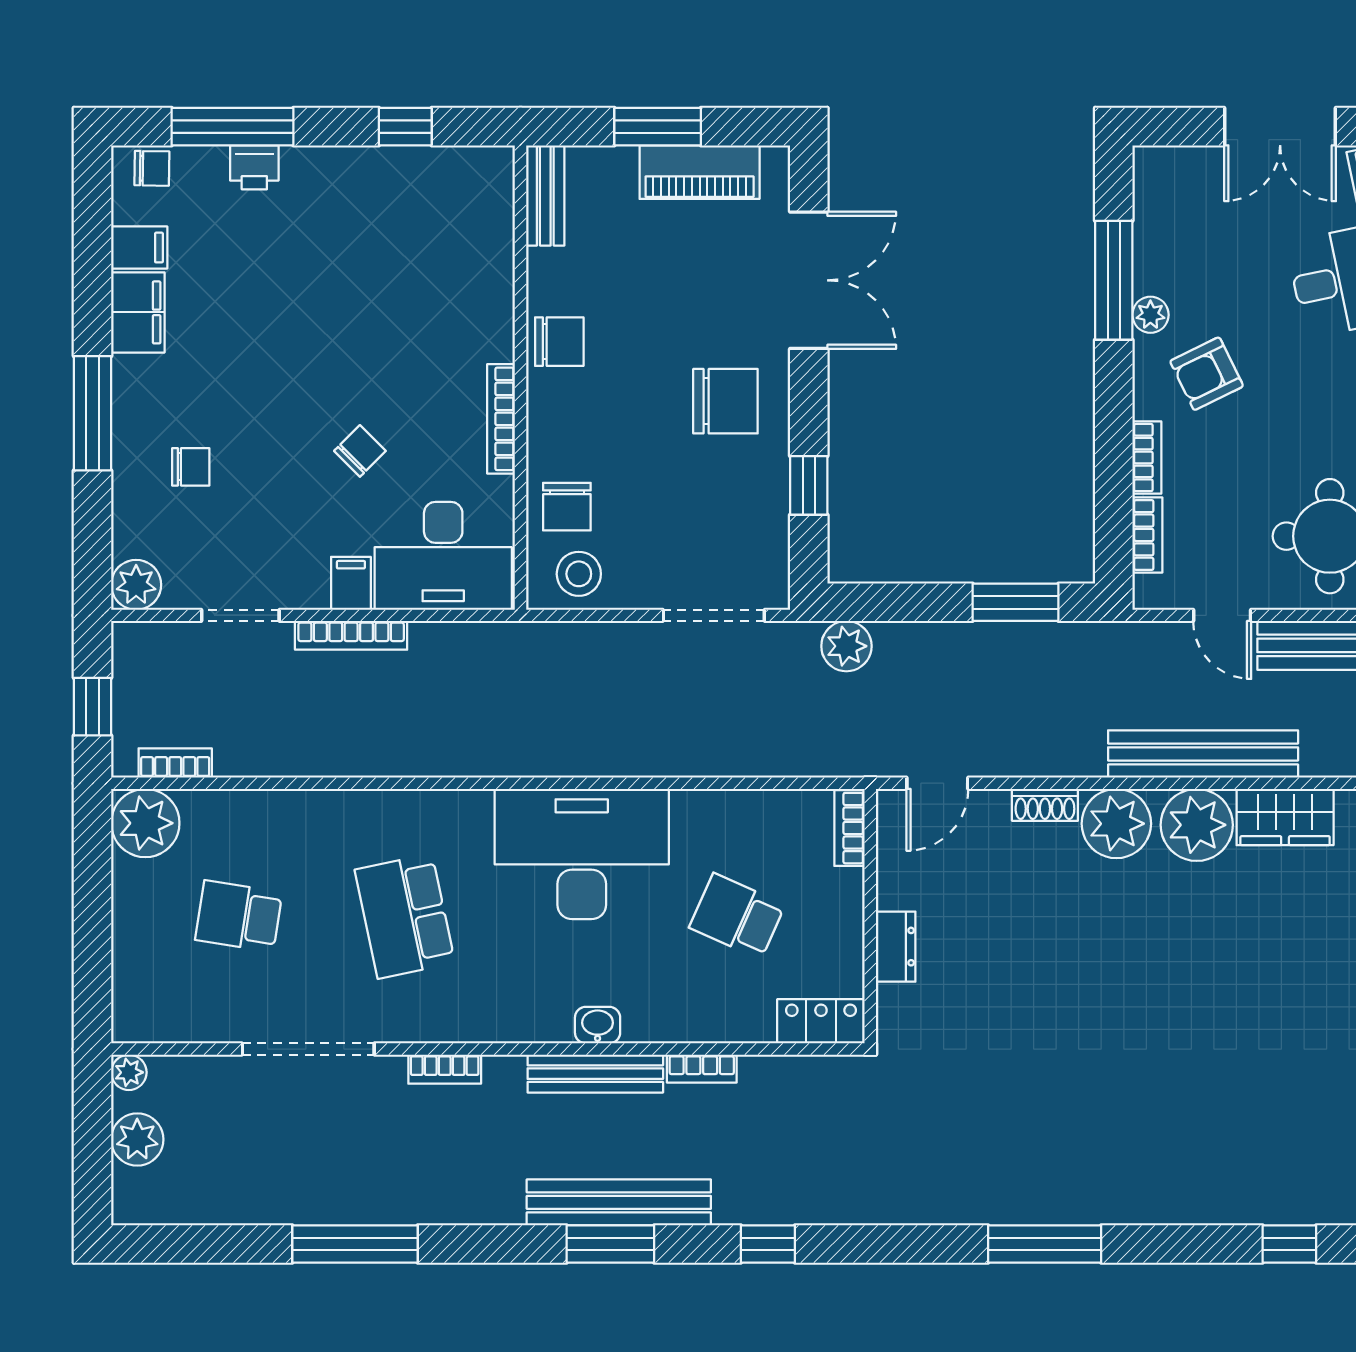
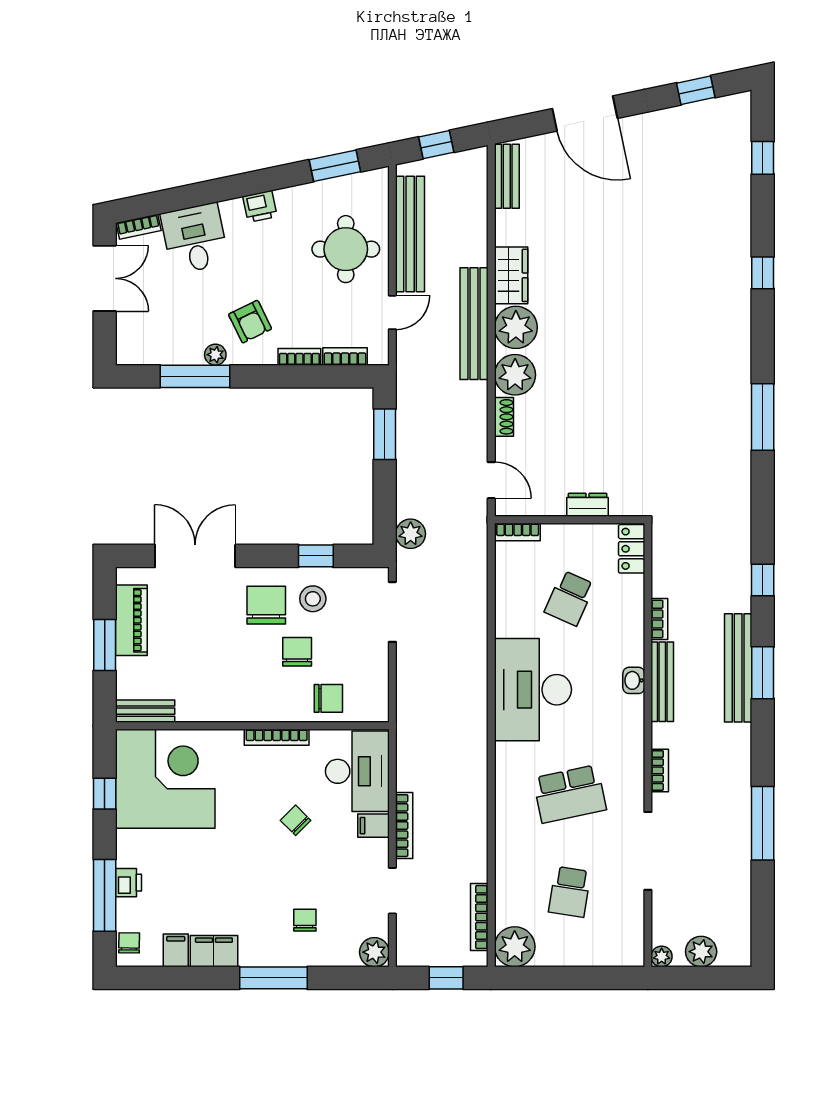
corner desk: (431, 230) -> (165, 779), added
chair: (559, 342) -> (297, 652), moved
stool: (579, 574) -> (313, 599), moved
bookcase: (175, 763) -> (479, 917), width x1.56

